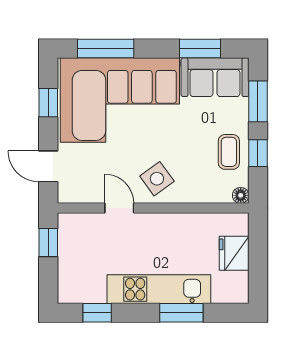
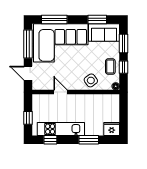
window: (48, 103) -> (28, 44), width x2.17
side table: (157, 179) -> (91, 80), moved
window: (48, 242) -> (28, 118), moved
fridge: (234, 253) -> (112, 129), moved, turned 90
kitchen unit: (159, 289) -> (61, 129), moved

